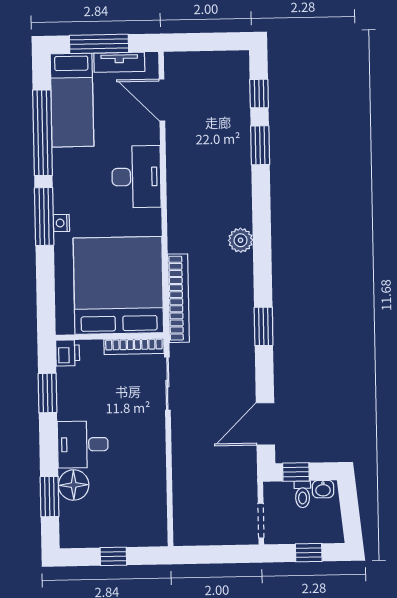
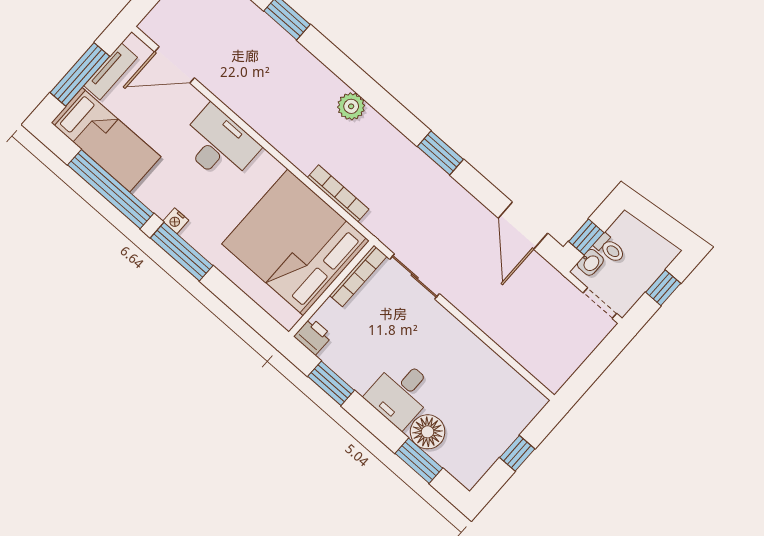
nightstand: (61, 223) -> (176, 221), moved
bookcase: (178, 298) -> (338, 193), width x0.68, depth x0.76
washbasin: (323, 489) -> (590, 262), moved

